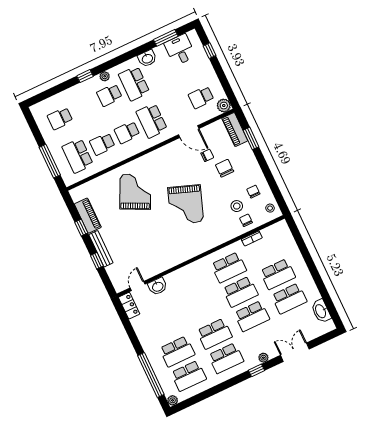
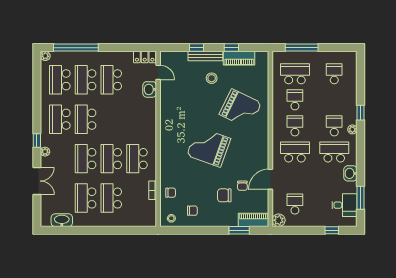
chair: (225, 168) -> (224, 195), turned 180
stool: (237, 206) -> (212, 78), moved
school desk: (166, 327) -> (111, 80), added

